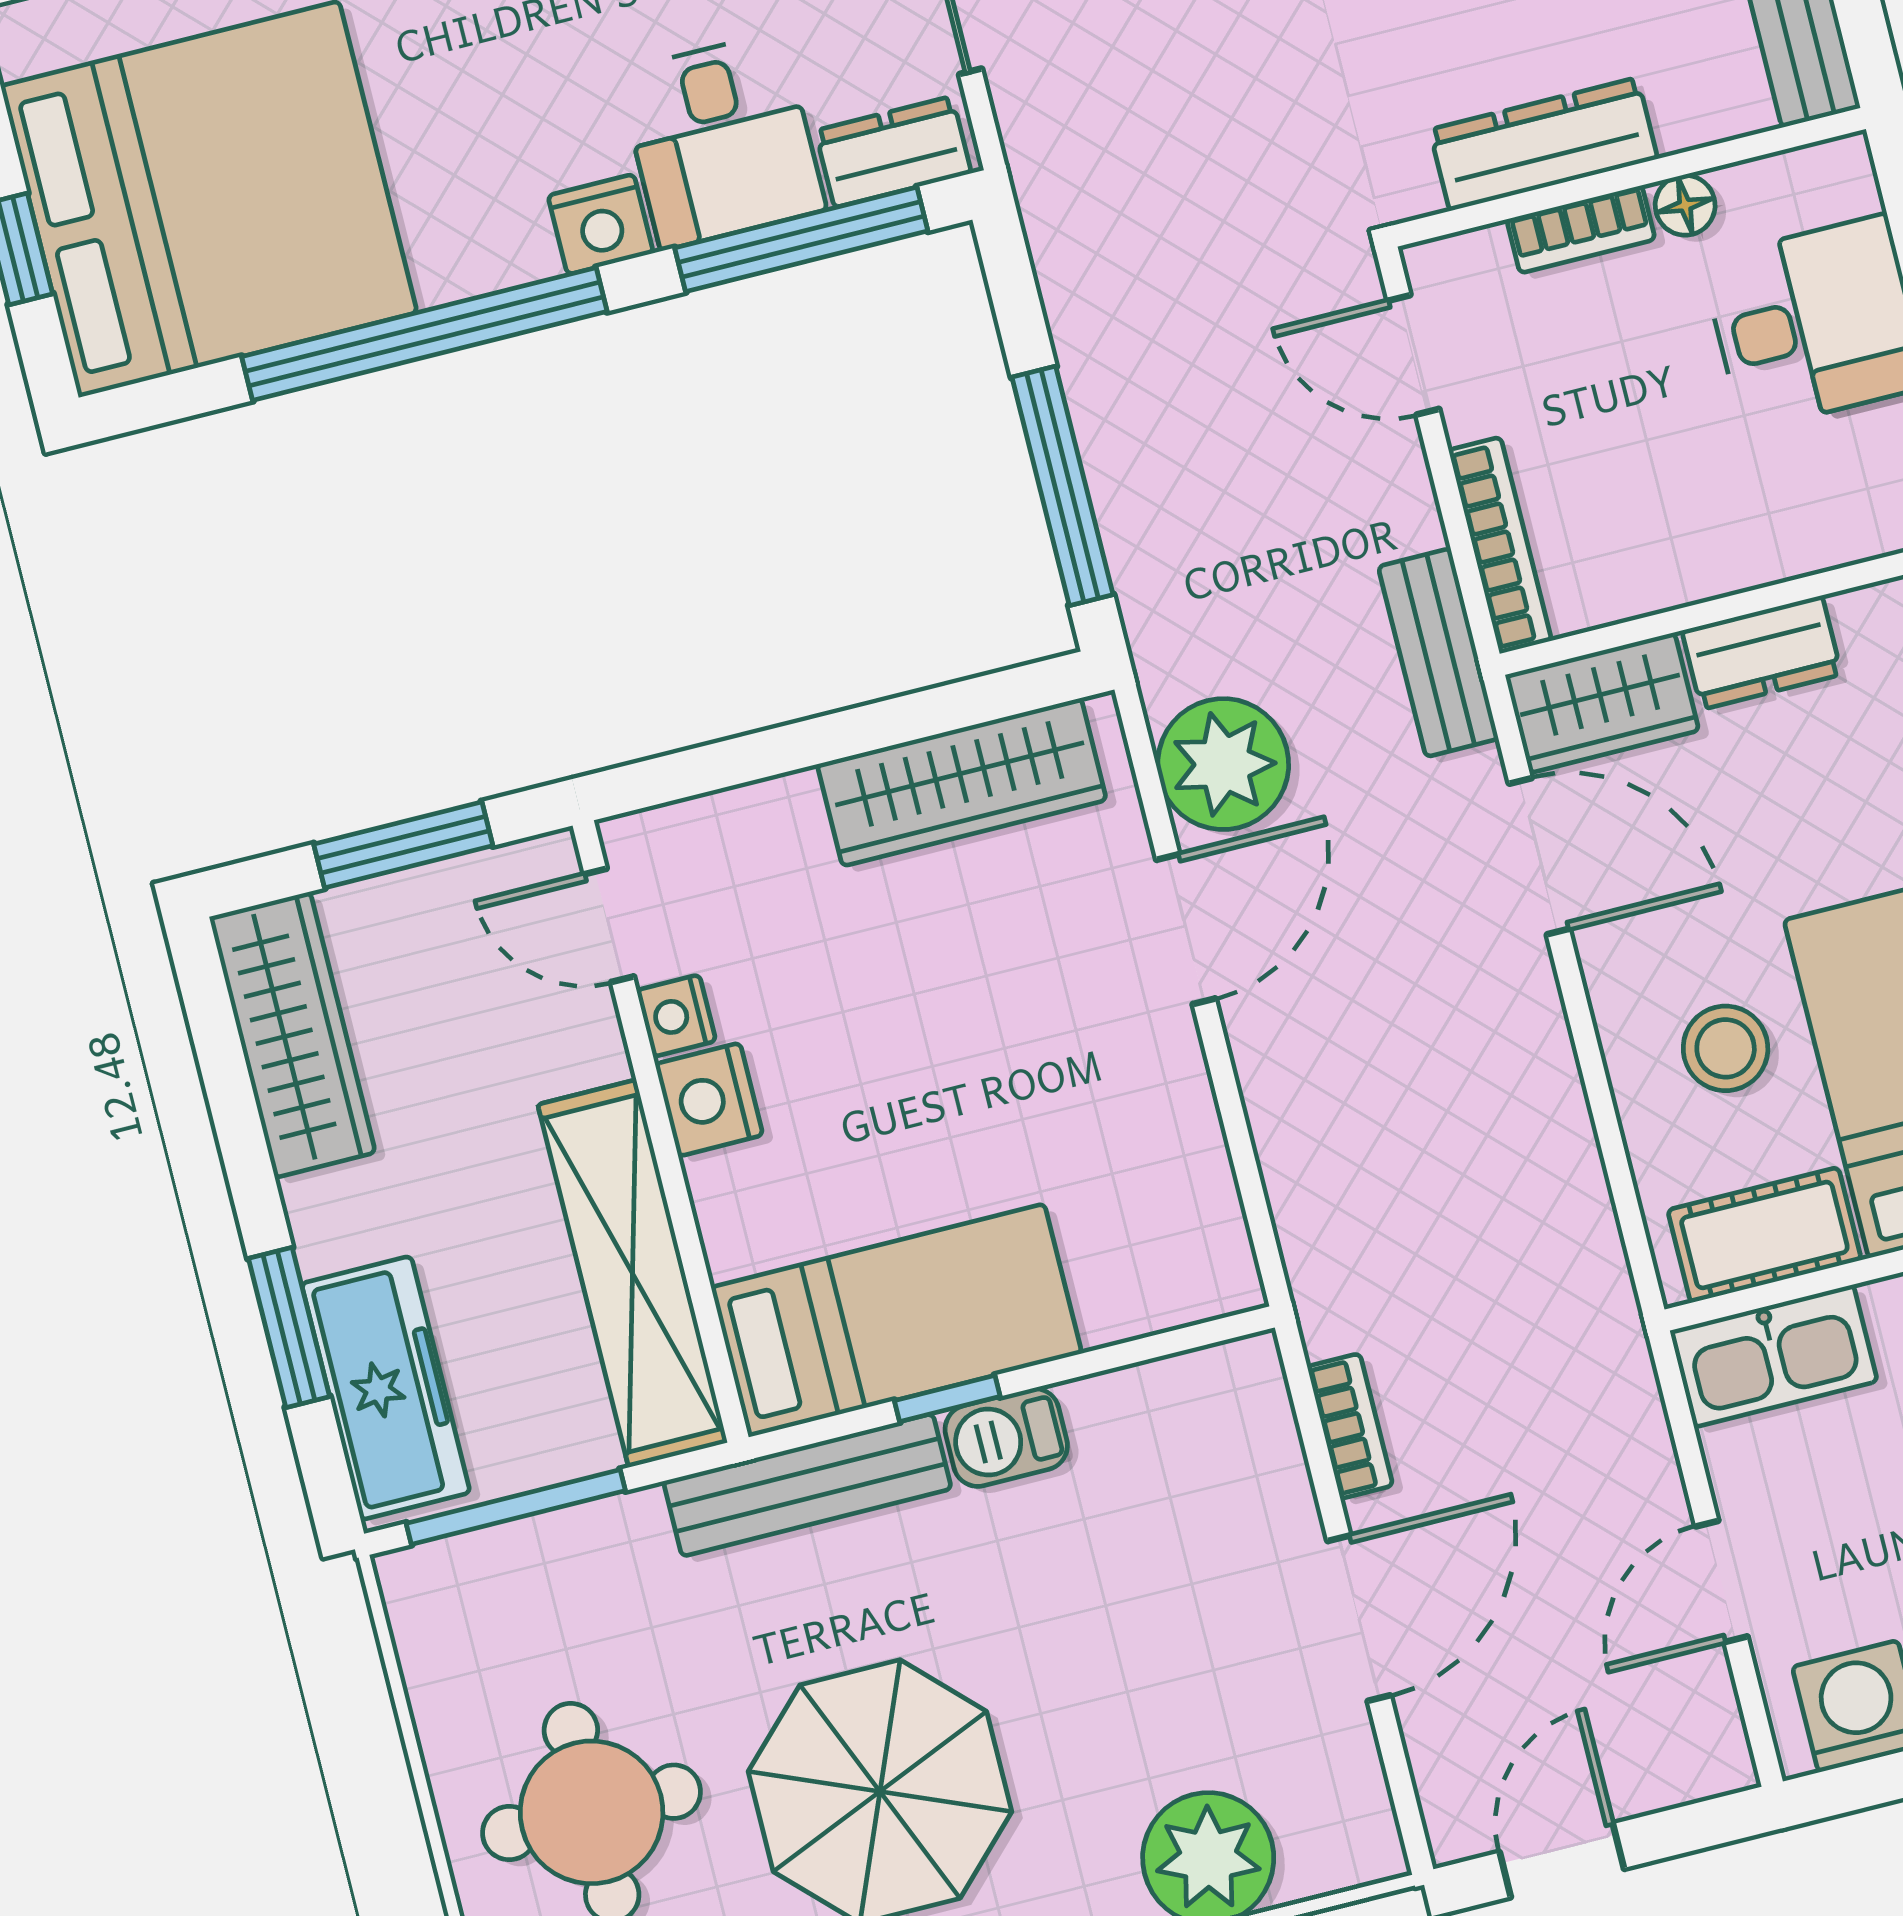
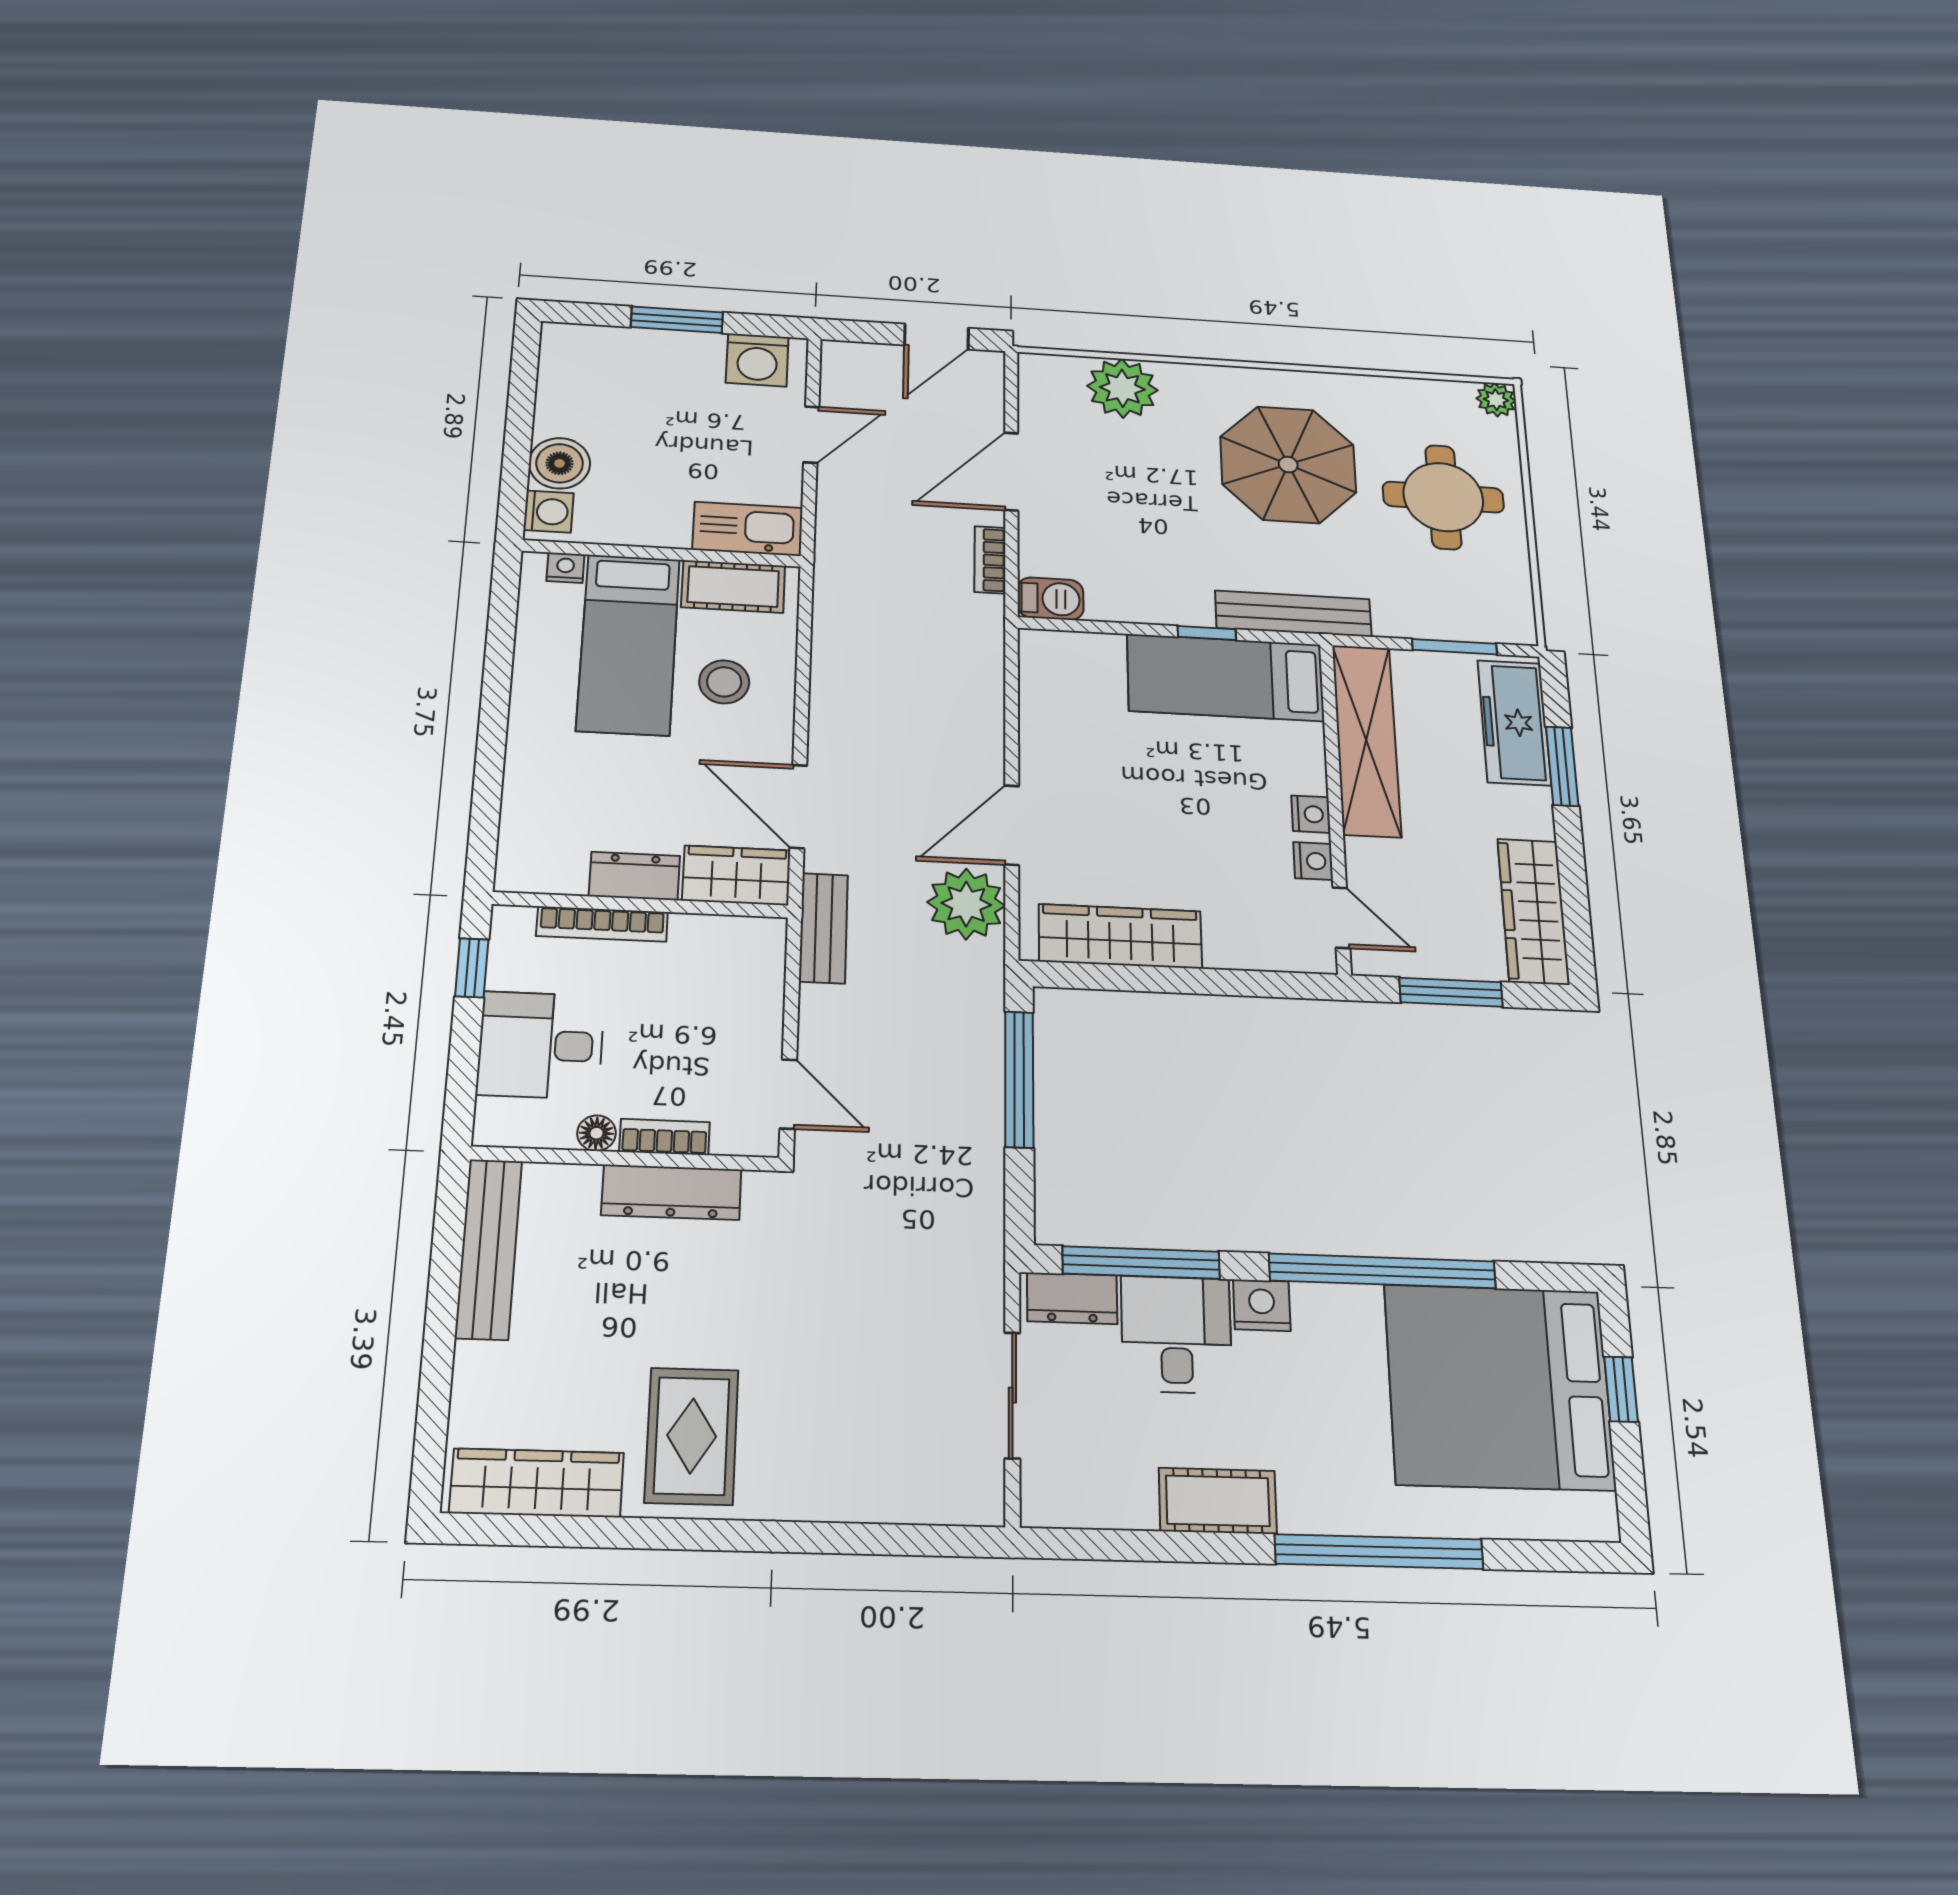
bookcase: (1500, 545) -> (602, 924), moved, turned -90
nightstand: (709, 1100) -> (1311, 814), width x0.72, depth x0.74
barbecue: (1006, 1438) -> (1050, 599), moved
window: (516, 1507) -> (1454, 647), width x0.69

